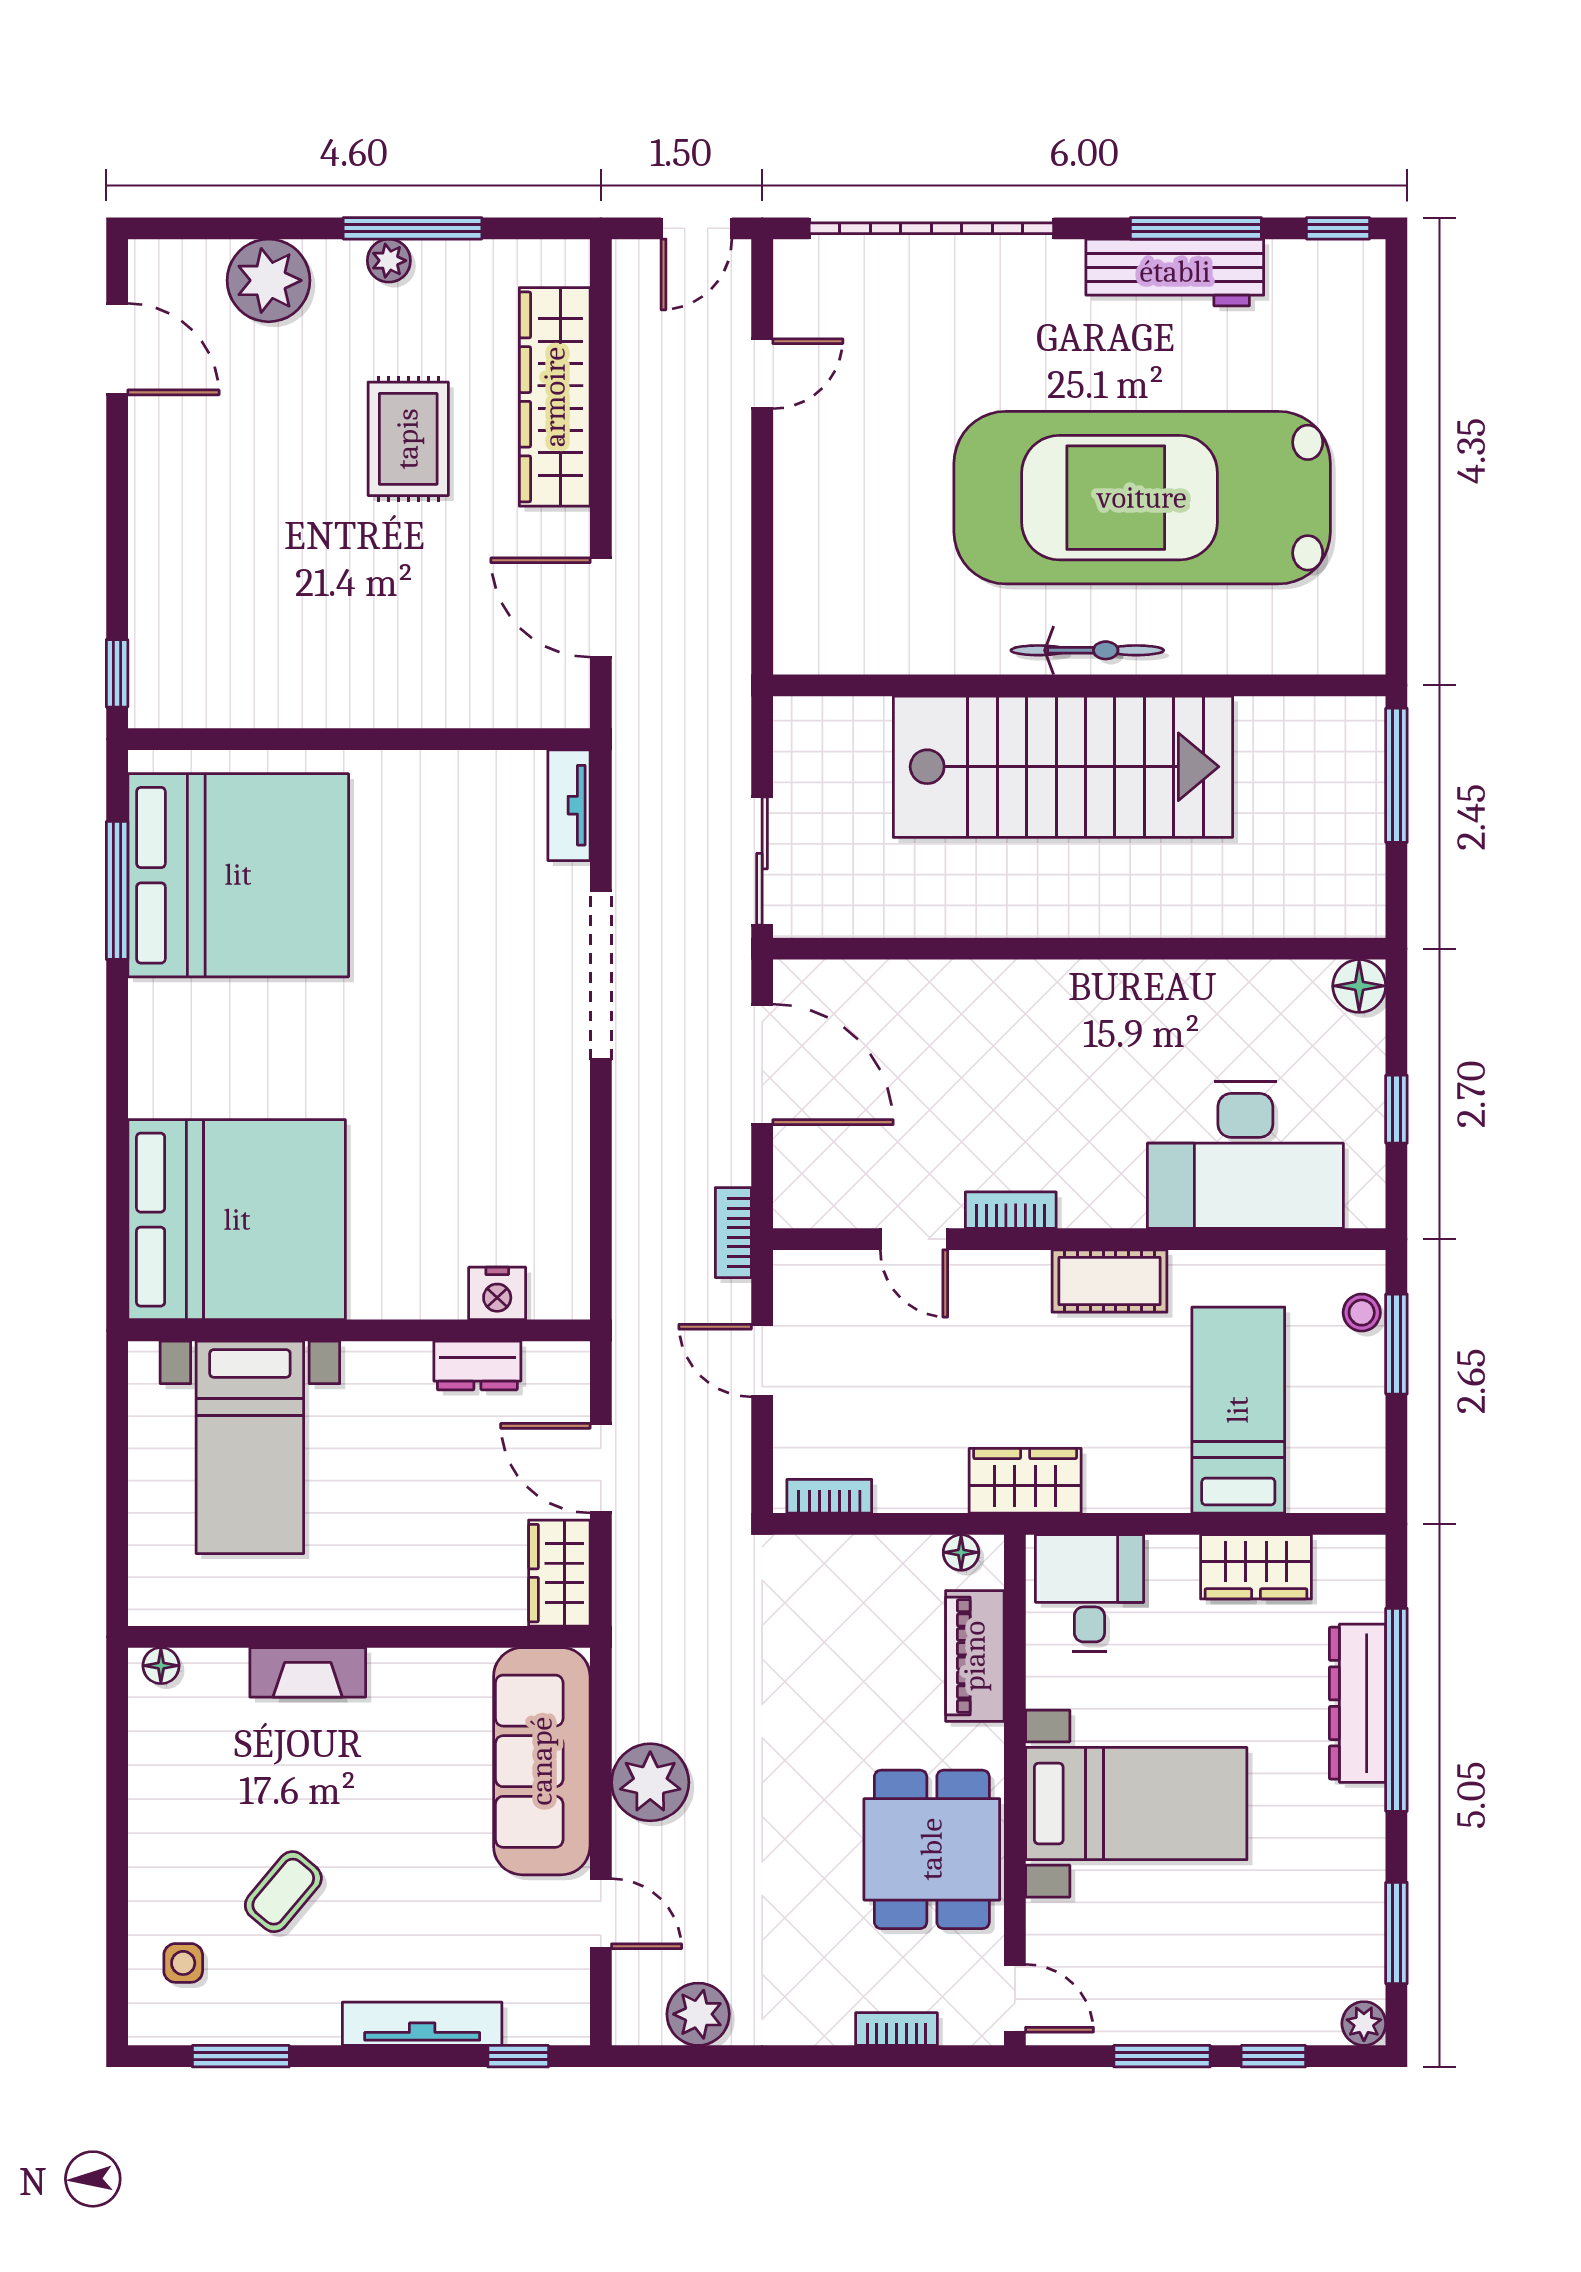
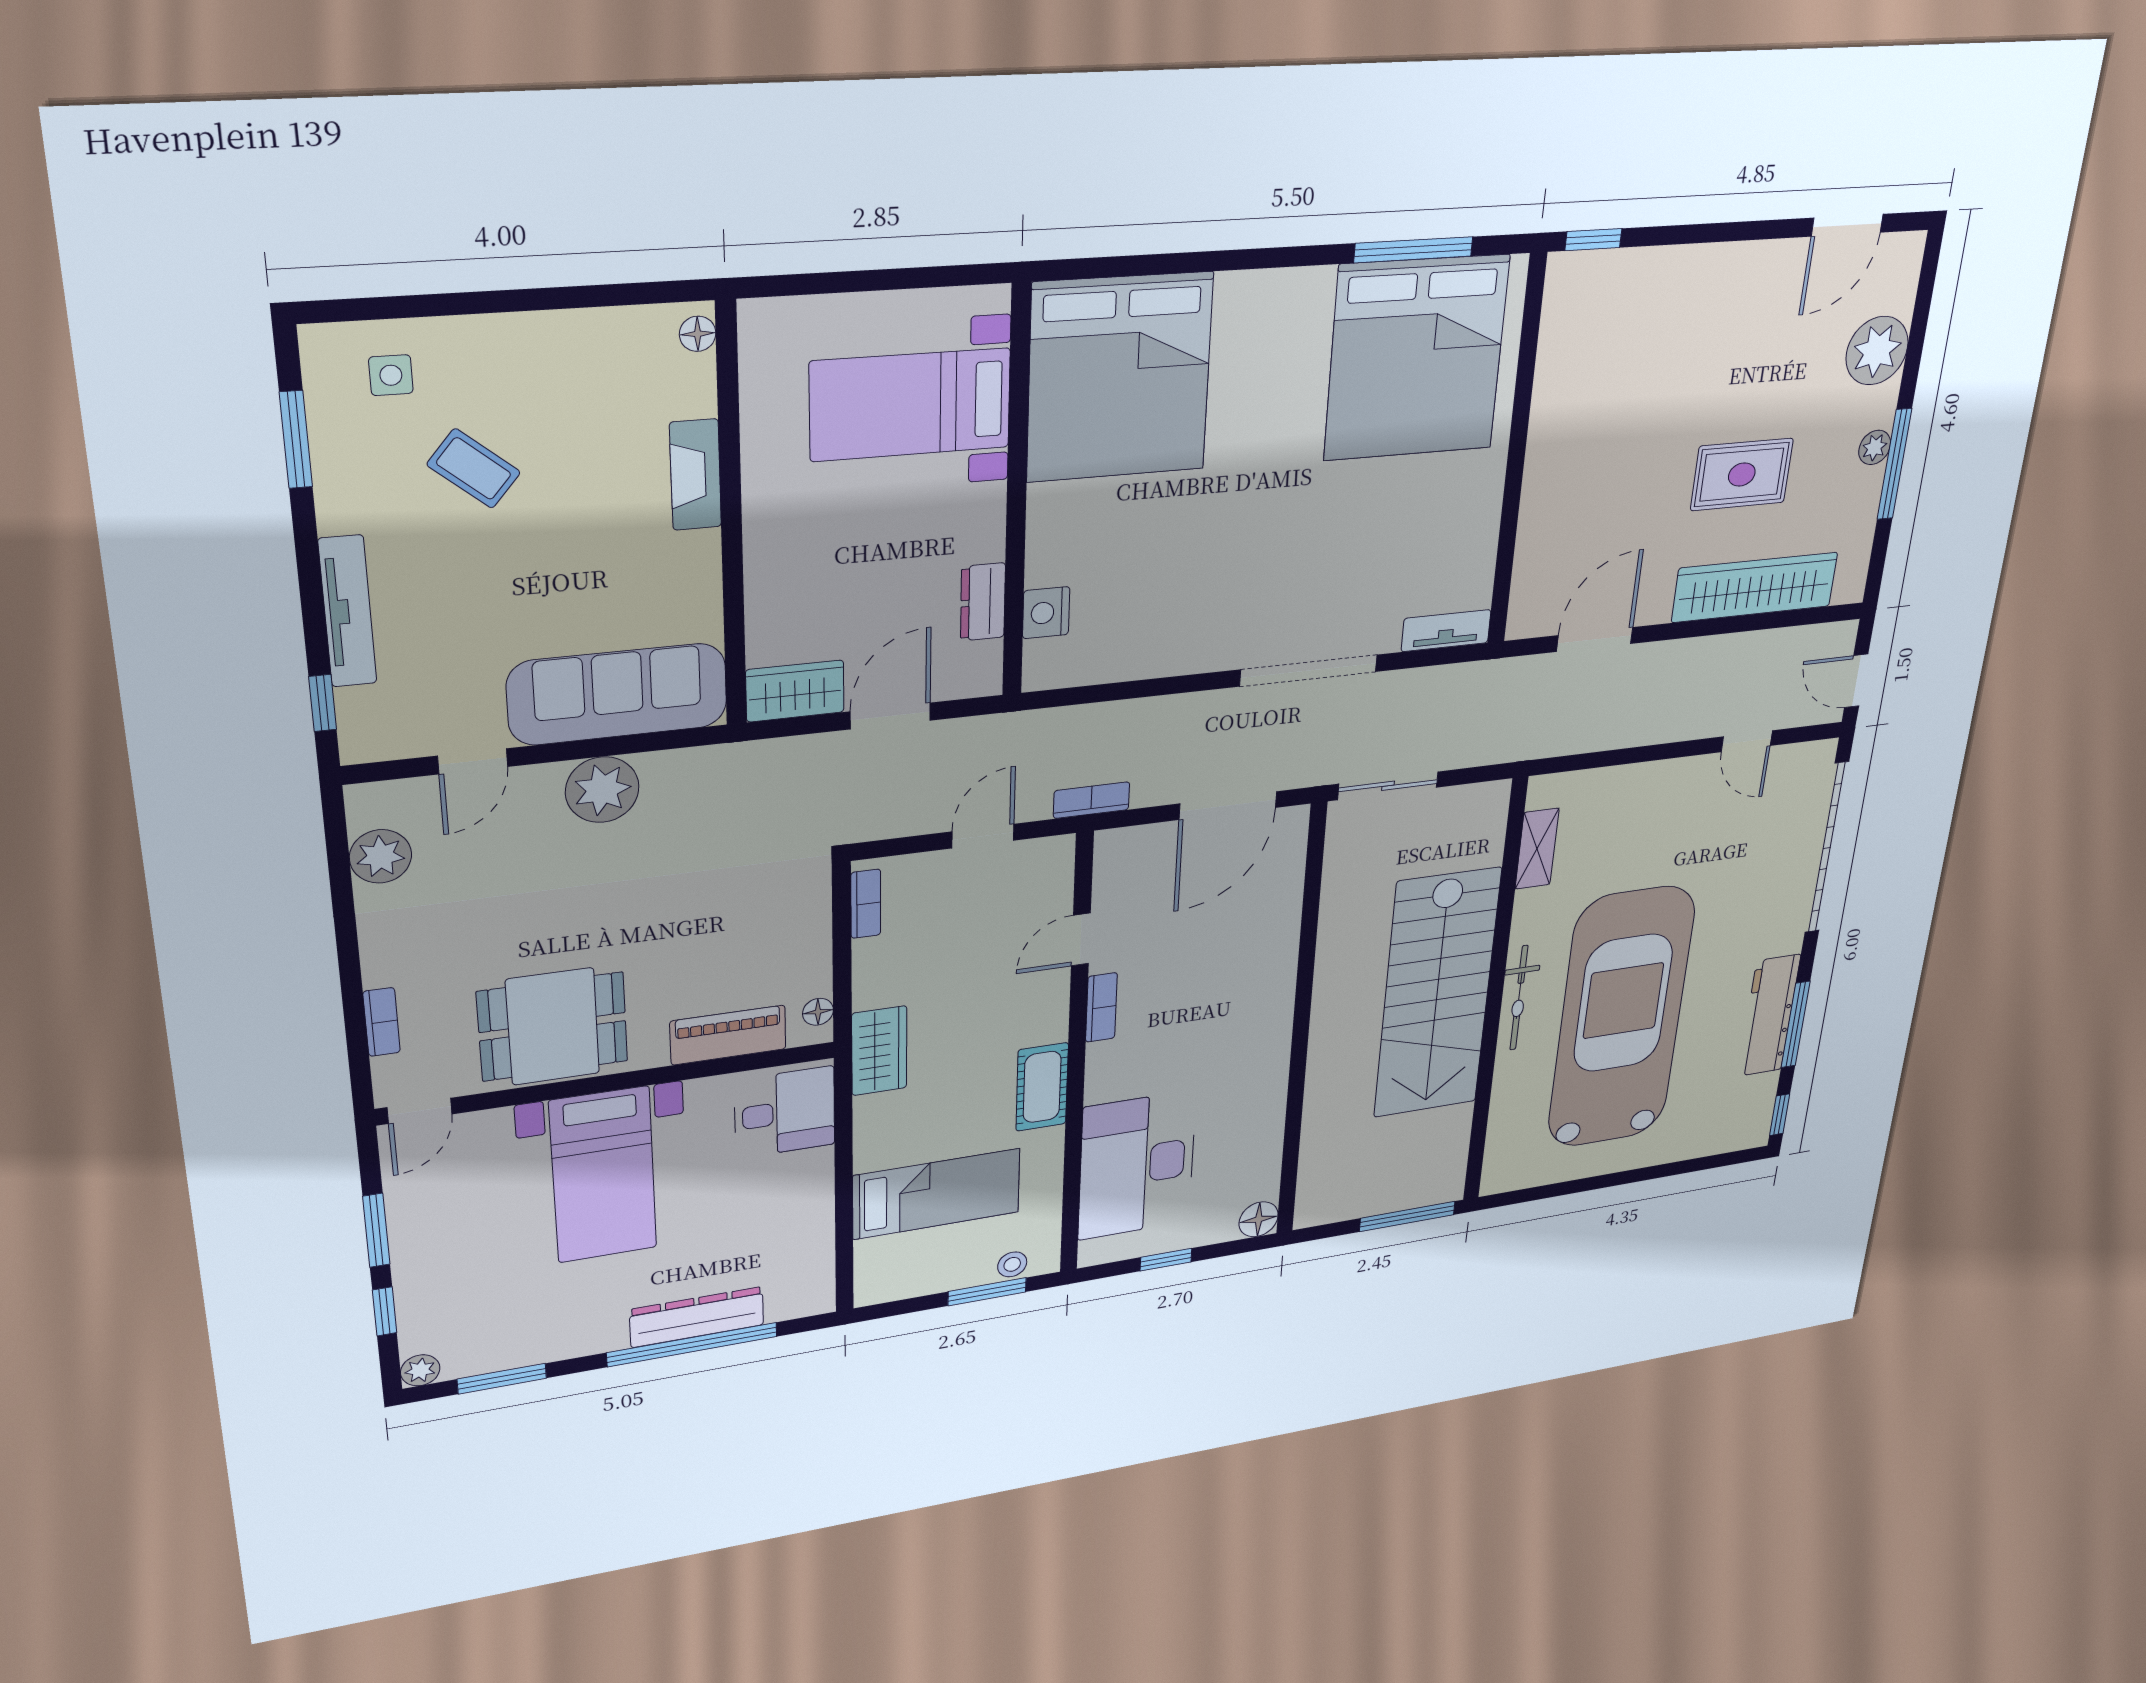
shelving: (875, 651) -> (1537, 849), added
wardrobe: (1256, 1567) -> (809, 1228), removed

